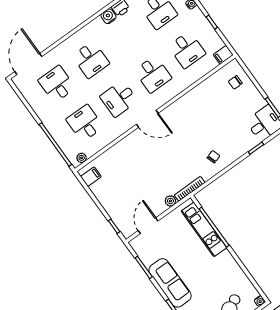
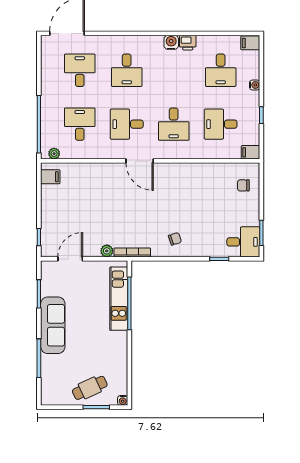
desk: (187, 50) -> (221, 124), turned 90

